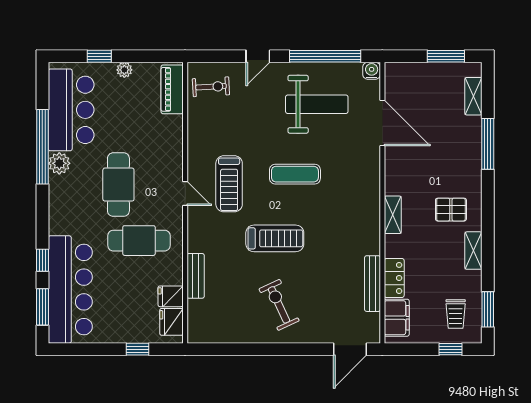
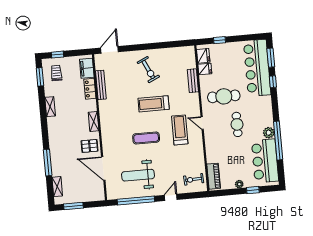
water cooler: (372, 71) -> (111, 195), removed
cafe table: (118, 185) -> (237, 124), width x0.73, depth x0.74
pallet: (451, 210) -> (90, 146), moved

